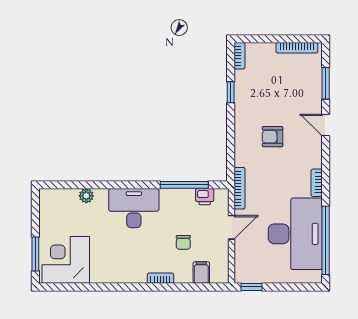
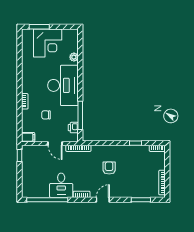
door: (326, 125) -> (103, 200), moved
desk: (134, 208) -> (63, 85), width x1.36, depth x1.30
desk: (295, 234) -> (61, 185), width x0.53, depth x0.77
corner desk: (66, 260) -> (48, 43), moved, turned 90
filing cabinet: (201, 273) -> (28, 137), moved

